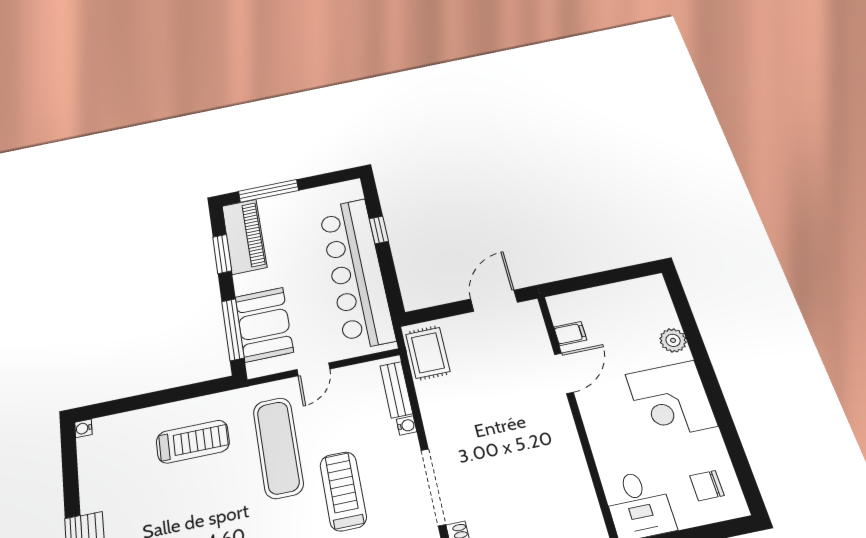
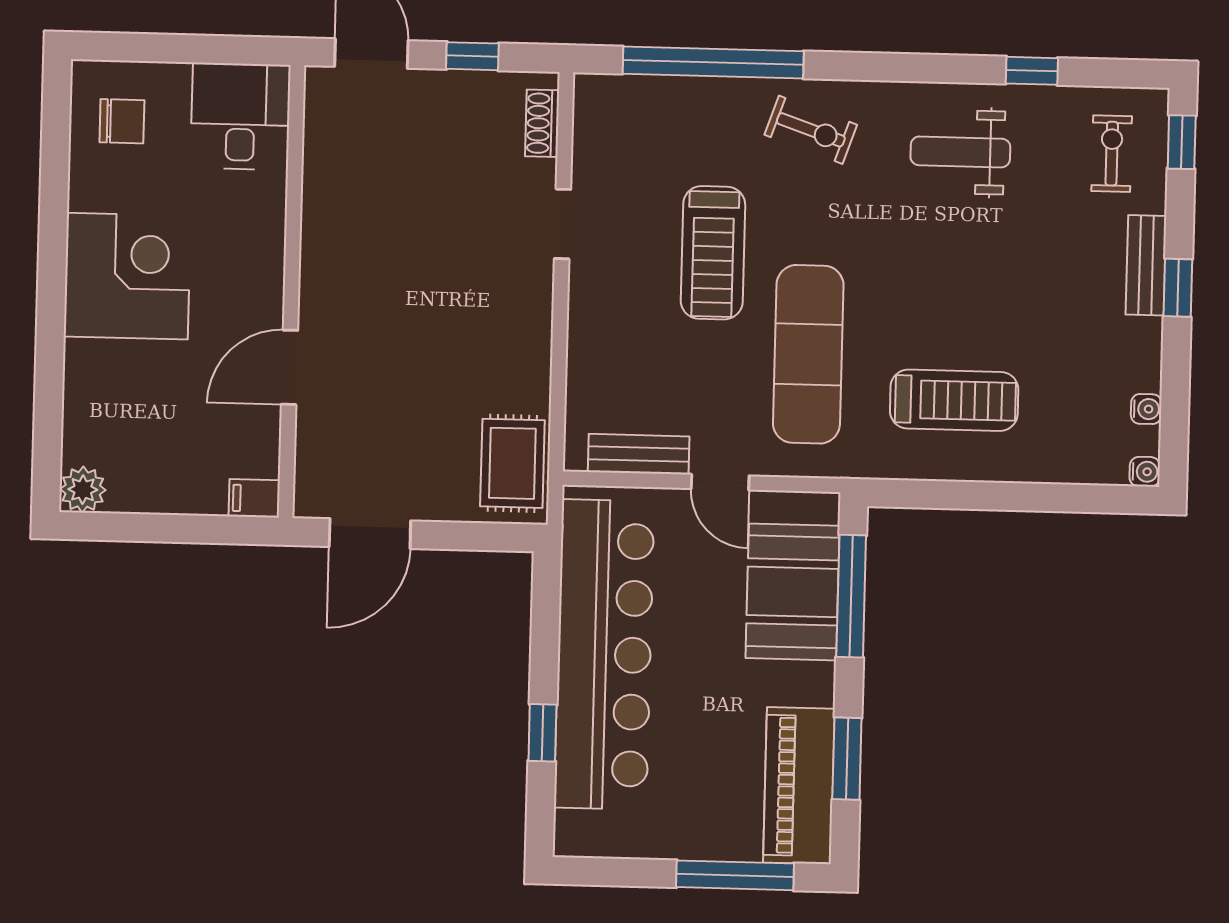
filing cabinet: (570, 333) -> (254, 498), moved
plant: (673, 340) -> (83, 490), moved
door: (313, 369) -> (720, 482), swing flipped
bench: (396, 390) -> (639, 454), moved, turned 90
water cooler: (407, 426) -> (1146, 409), moved, turned 180
treadmill: (193, 442) -> (954, 400), turned 180
doorway: (433, 487) -> (563, 224), width x0.53

